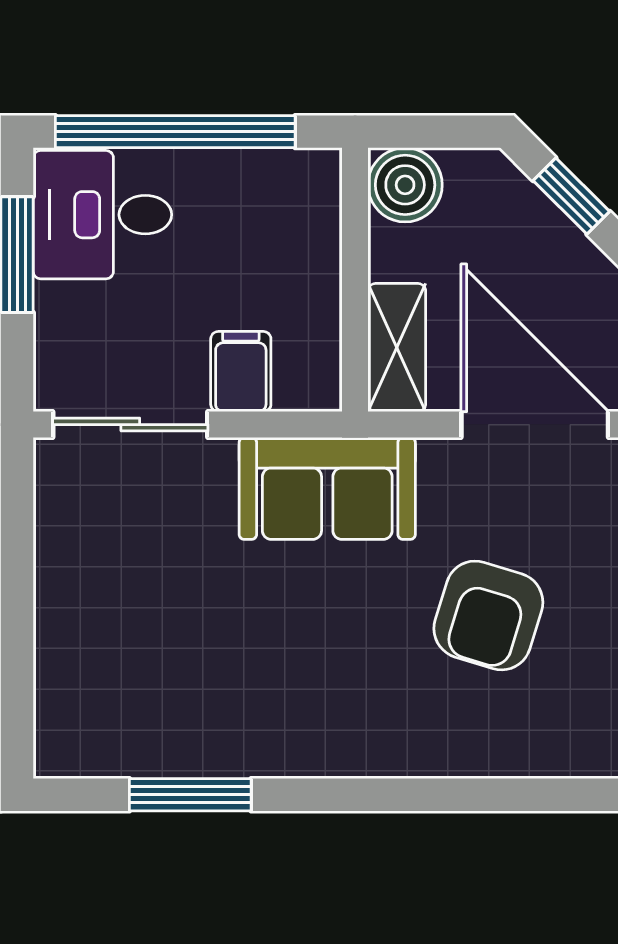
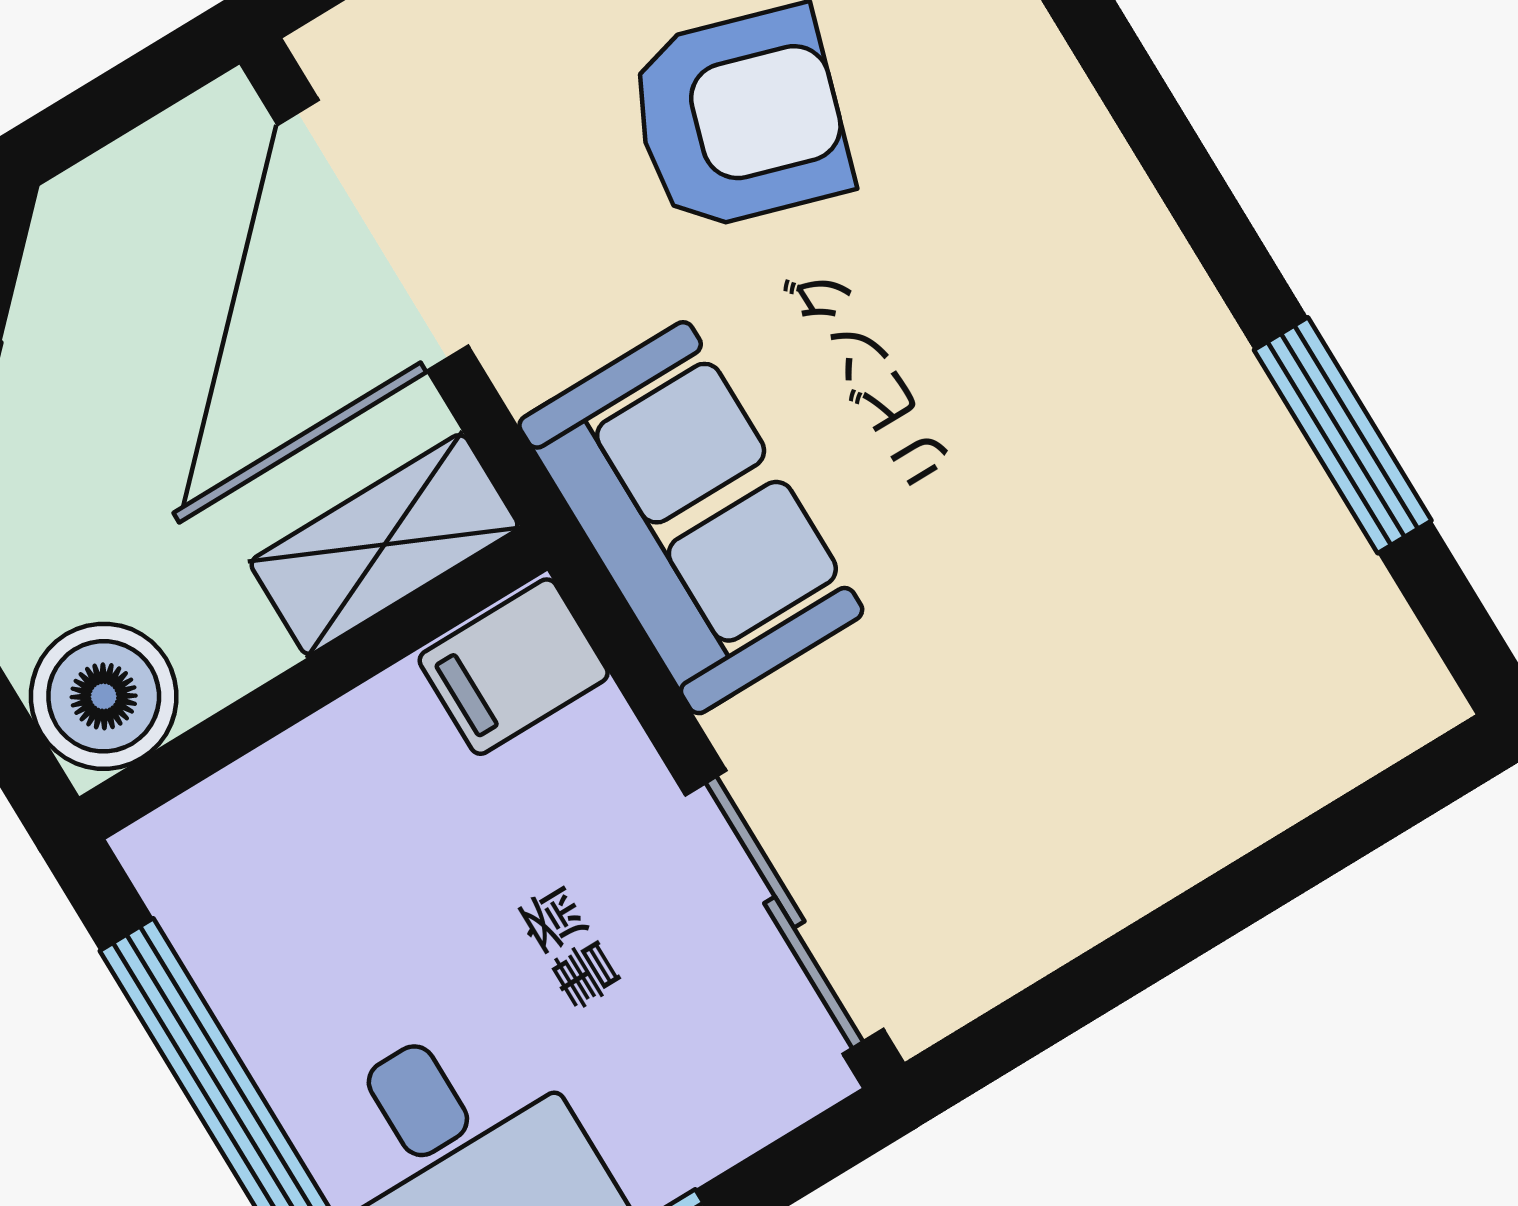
filing cabinet: (241, 372) -> (514, 667), moved

